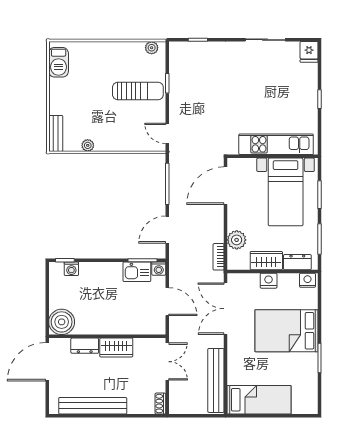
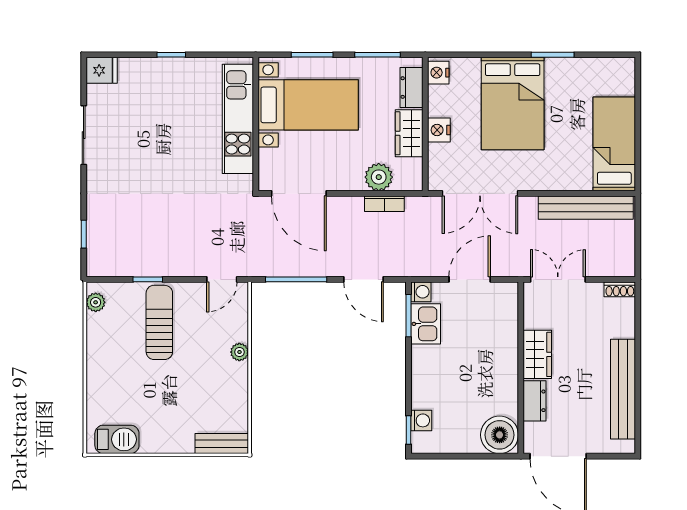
plant: (88, 145) -> (239, 352), moved
bookcase: (219, 257) -> (384, 204), moved

